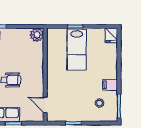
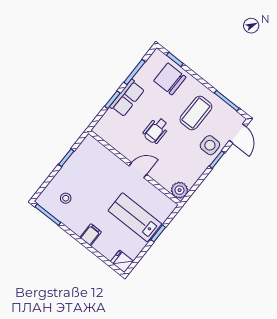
filing cabinet: (110, 85) -> (91, 235), moved
door: (45, 105) -> (138, 170), moved

